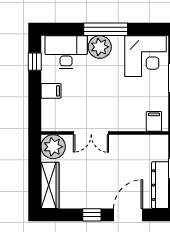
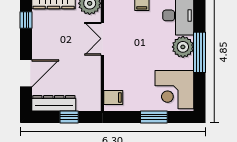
window: (92, 215) -> (26, 20), moved
door: (128, 215) -> (26, 73), hinge flipped

